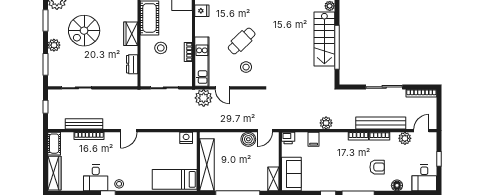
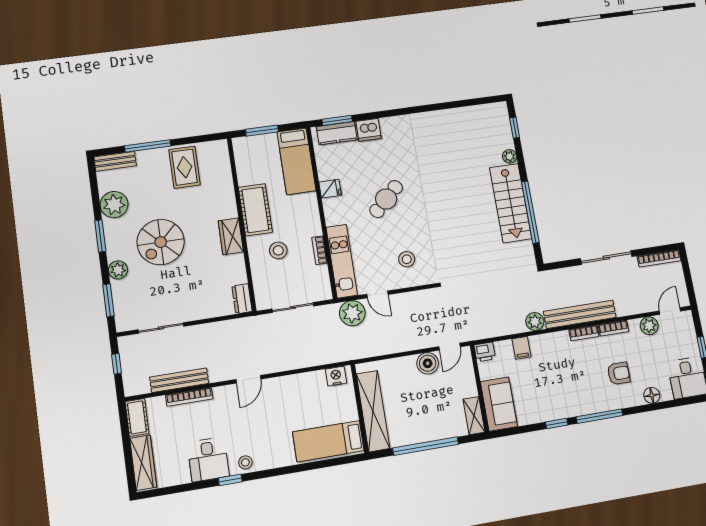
cafe table: (242, 41) -> (386, 199), moved
dresser: (132, 64) -> (242, 299), moved
bench: (381, 123) -> (580, 314), moved

